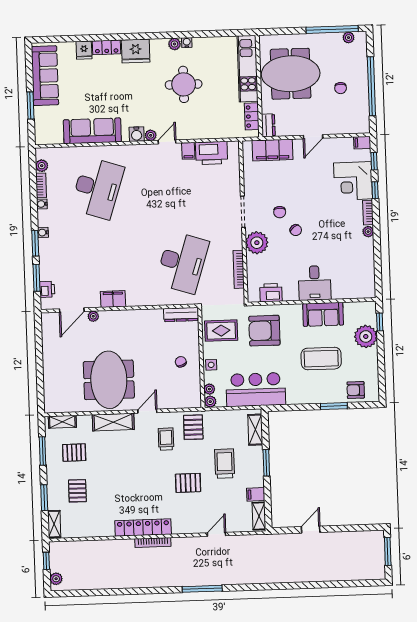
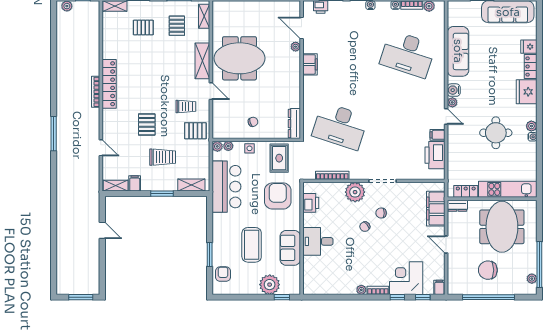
chair: (341, 88) -> (488, 270), width x1.87, depth x1.87

